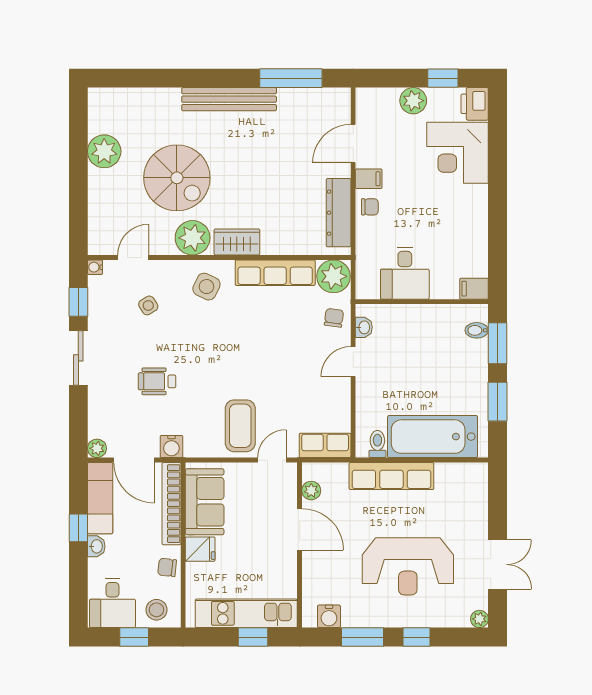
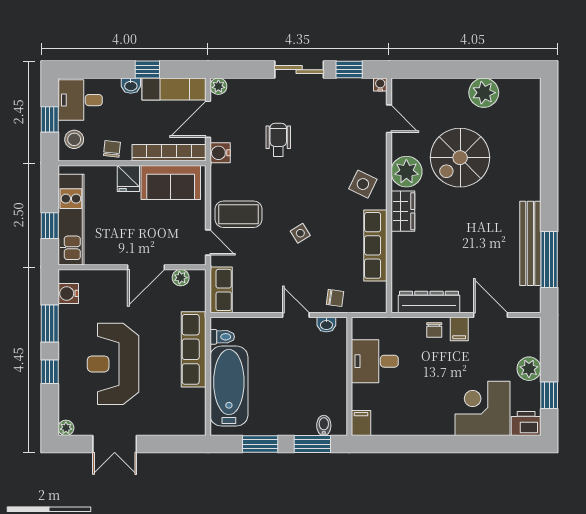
bench: (229, 99) -> (530, 243), moved
plant: (333, 276) -> (372, 298), removed
side table: (148, 305) -> (300, 233), moved

